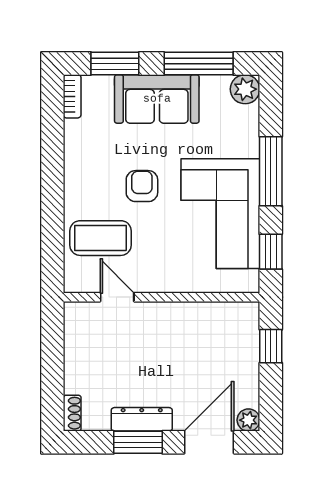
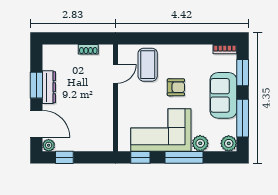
plant: (245, 142) -> (200, 143), added
window: (271, 346) -> (64, 157), moved
shoe rack: (72, 413) -> (88, 49), moved

